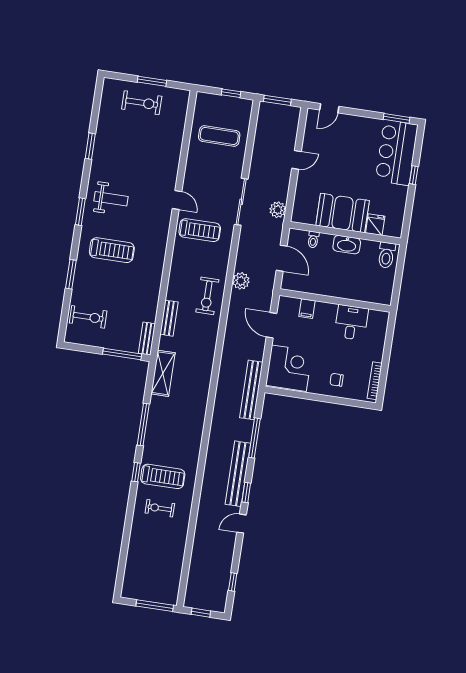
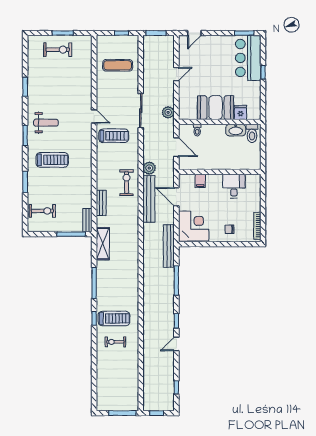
washbasin: (347, 245) -> (236, 130), moved
exercise bike: (207, 296) -> (127, 183), turned 180
bench: (238, 474) -> (149, 199), moved

